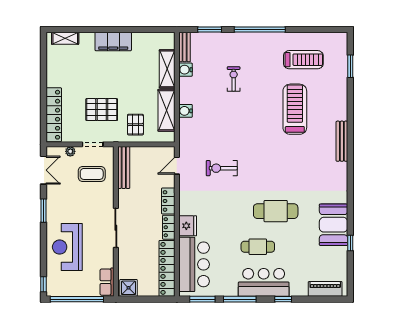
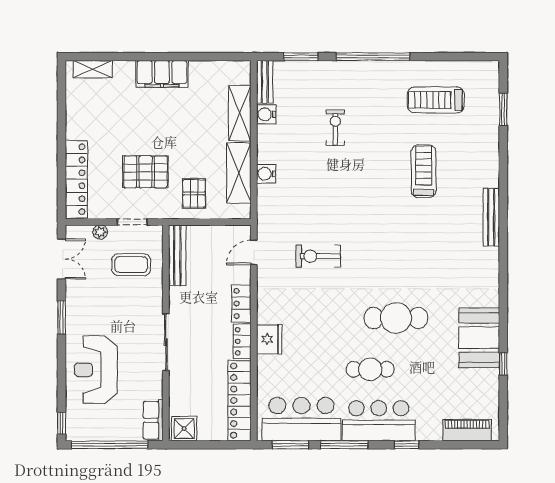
treadmill: (303, 60) -> (436, 100), turned 180
treadmill: (295, 109) -> (424, 171), width x0.73, depth x0.73
bar counter: (194, 264) -> (301, 419), moved, turned -90

